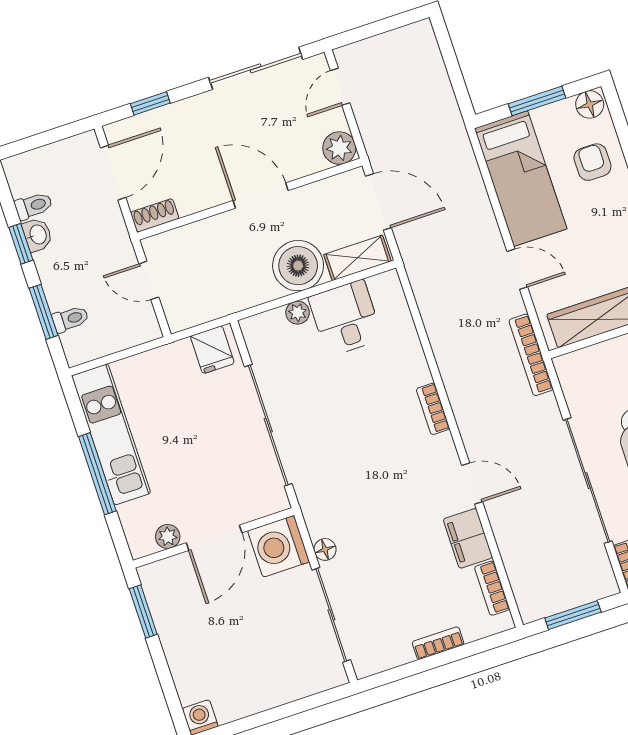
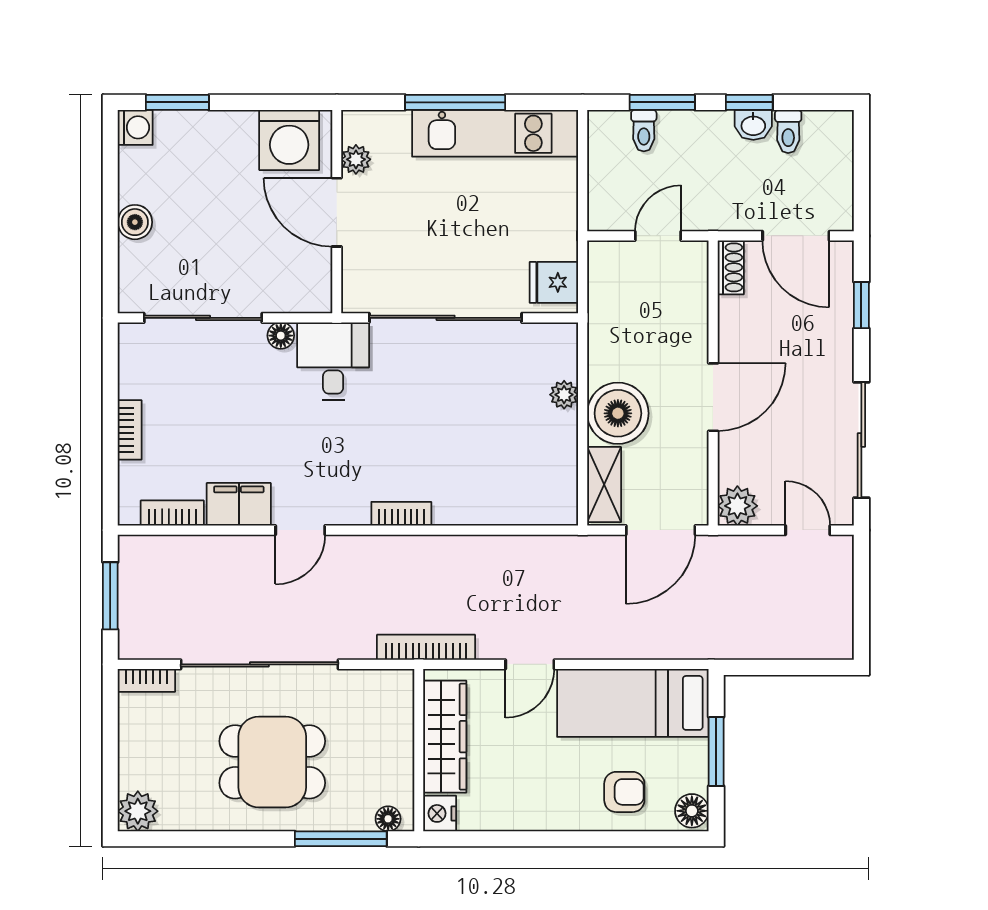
desk: (345, 318) -> (333, 361), moved, turned -90
washing machine: (279, 546) -> (289, 140), moved, turned 180
window: (143, 611) -> (177, 102), moved
boiler: (274, 693) -> (135, 222), added

